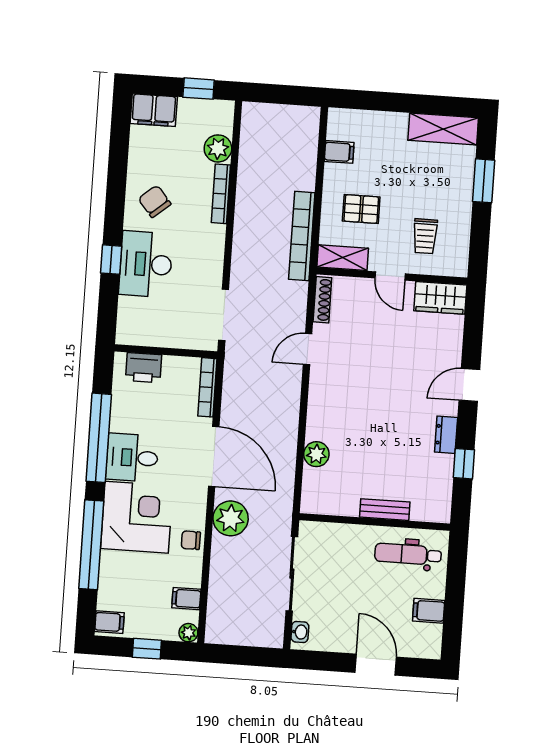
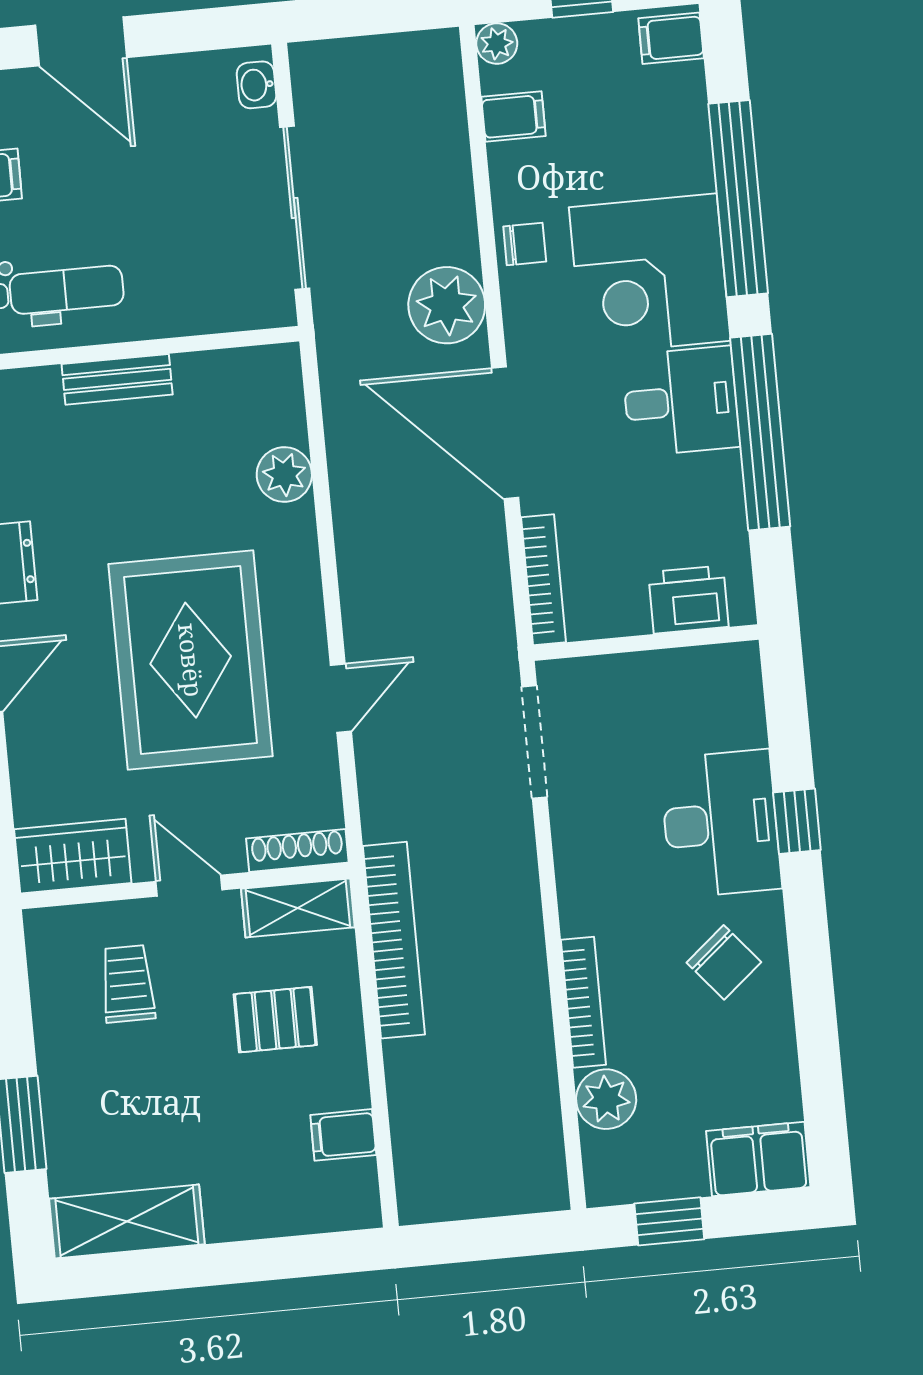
shoe rack: (322, 300) -> (297, 850), moved, turned 90
rug: (373, 377) -> (191, 660), added

